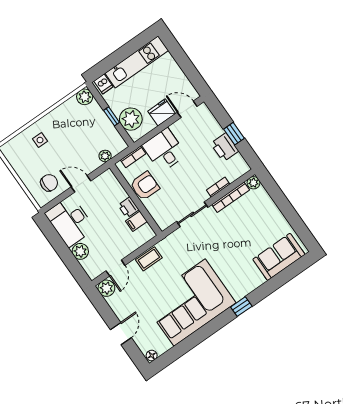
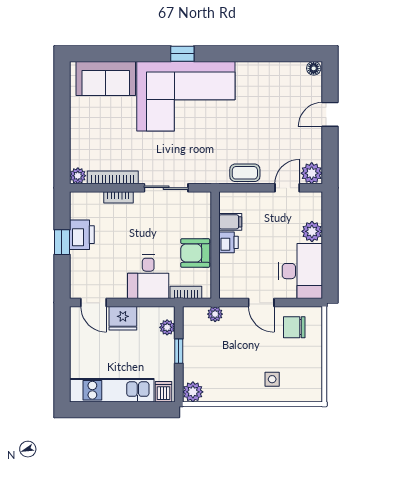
plant: (131, 119) -> (167, 327), width x0.53, depth x0.53
corner sofa: (190, 303) -> (186, 96), moved

